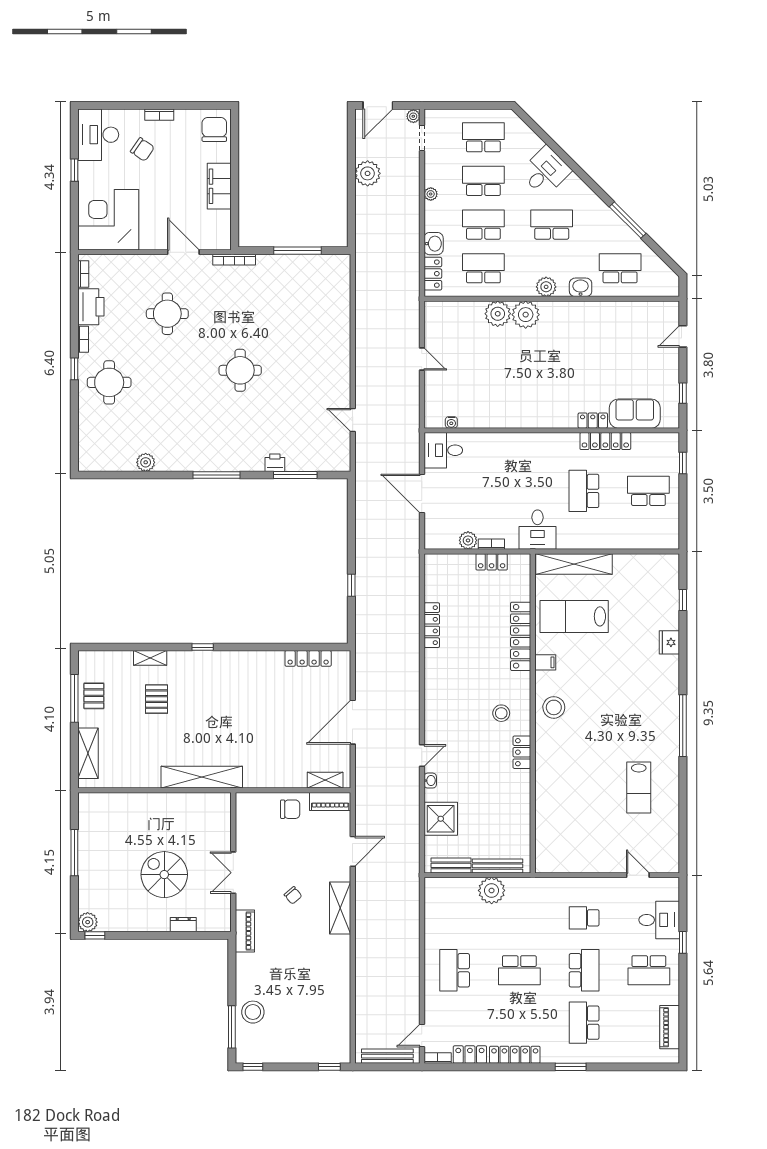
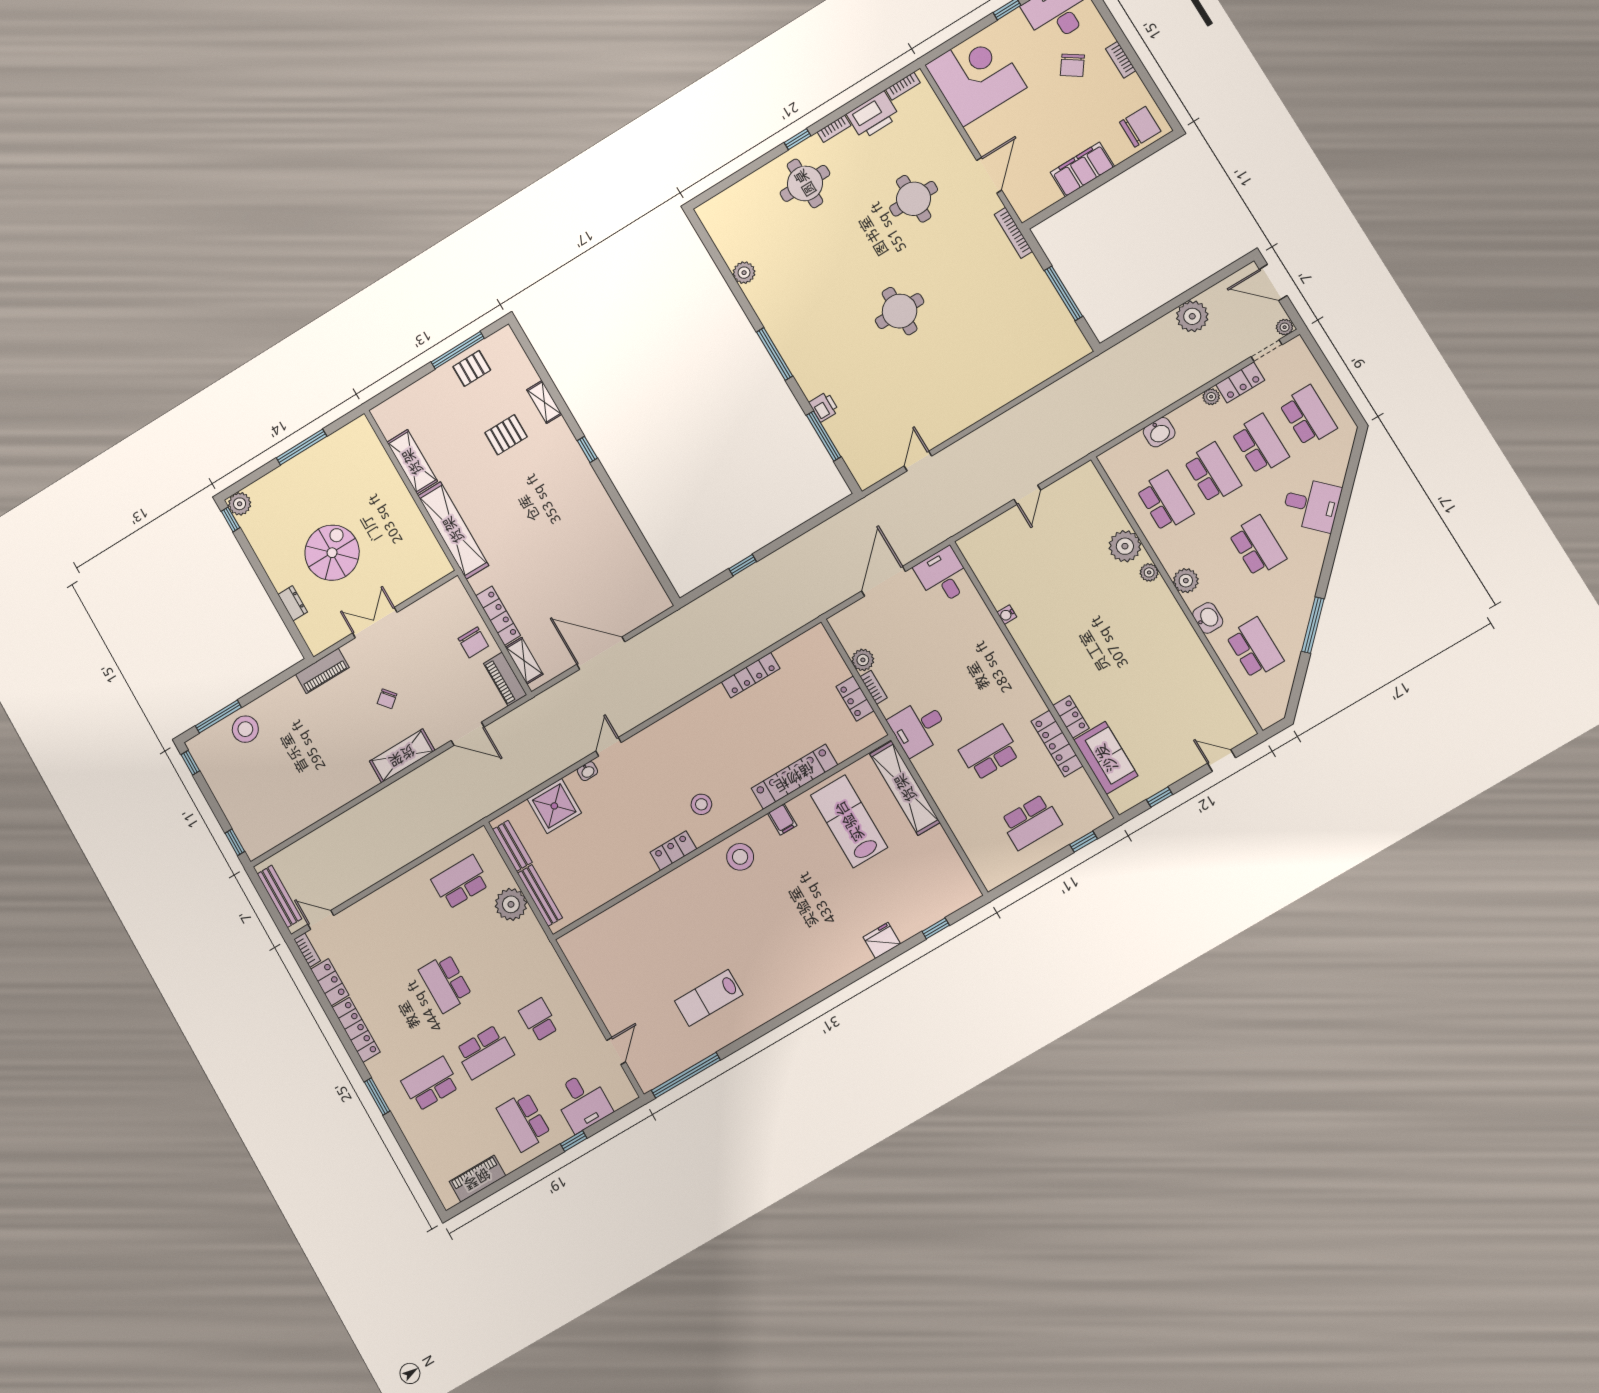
locker: (433, 274) -> (1240, 382), moved
plant: (526, 315) -> (1149, 572), width x0.53, depth x0.53
water cooler: (451, 422) -> (1007, 615), moved
school desk: (648, 491) -> (1031, 822), turned 90
locker: (308, 658) -> (498, 616), moved, turned 180
window: (683, 726) -> (686, 1075), moved
shelving: (88, 753) -> (412, 462), moved, turned 90
door: (422, 755) -> (608, 747), swing flipped
school desk: (455, 970) -> (460, 882), moved

